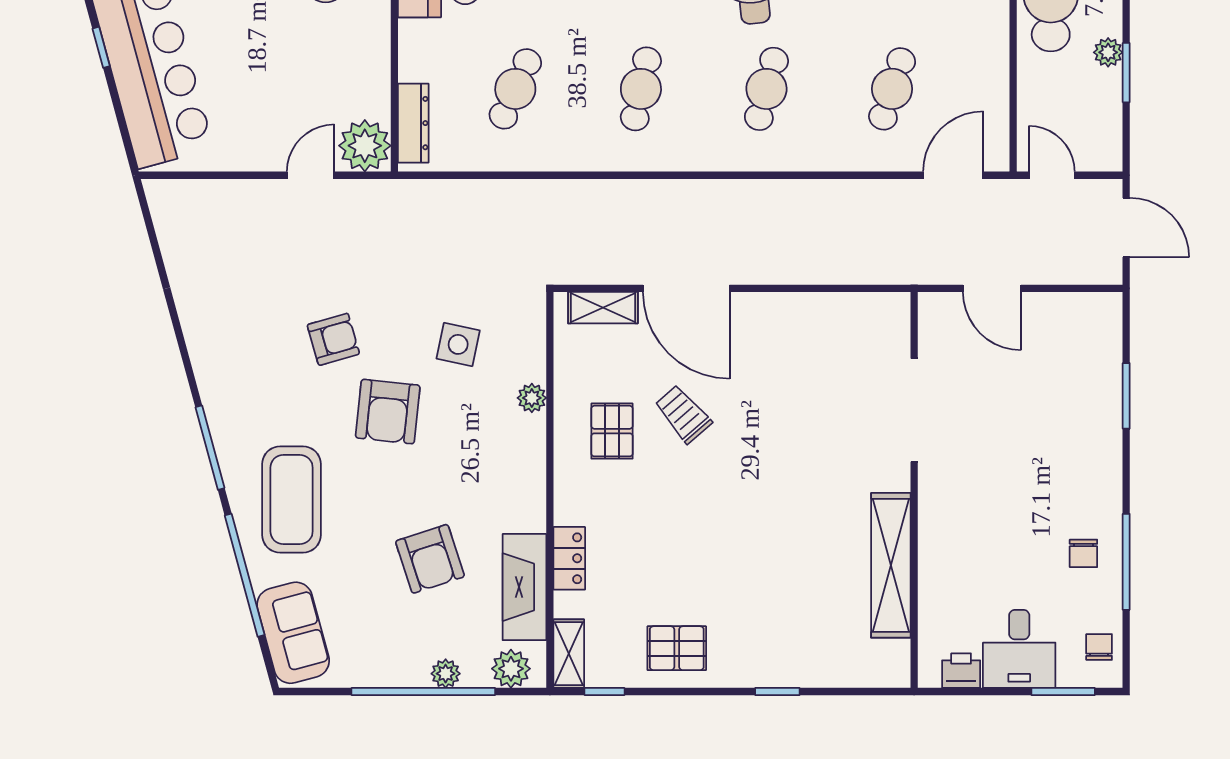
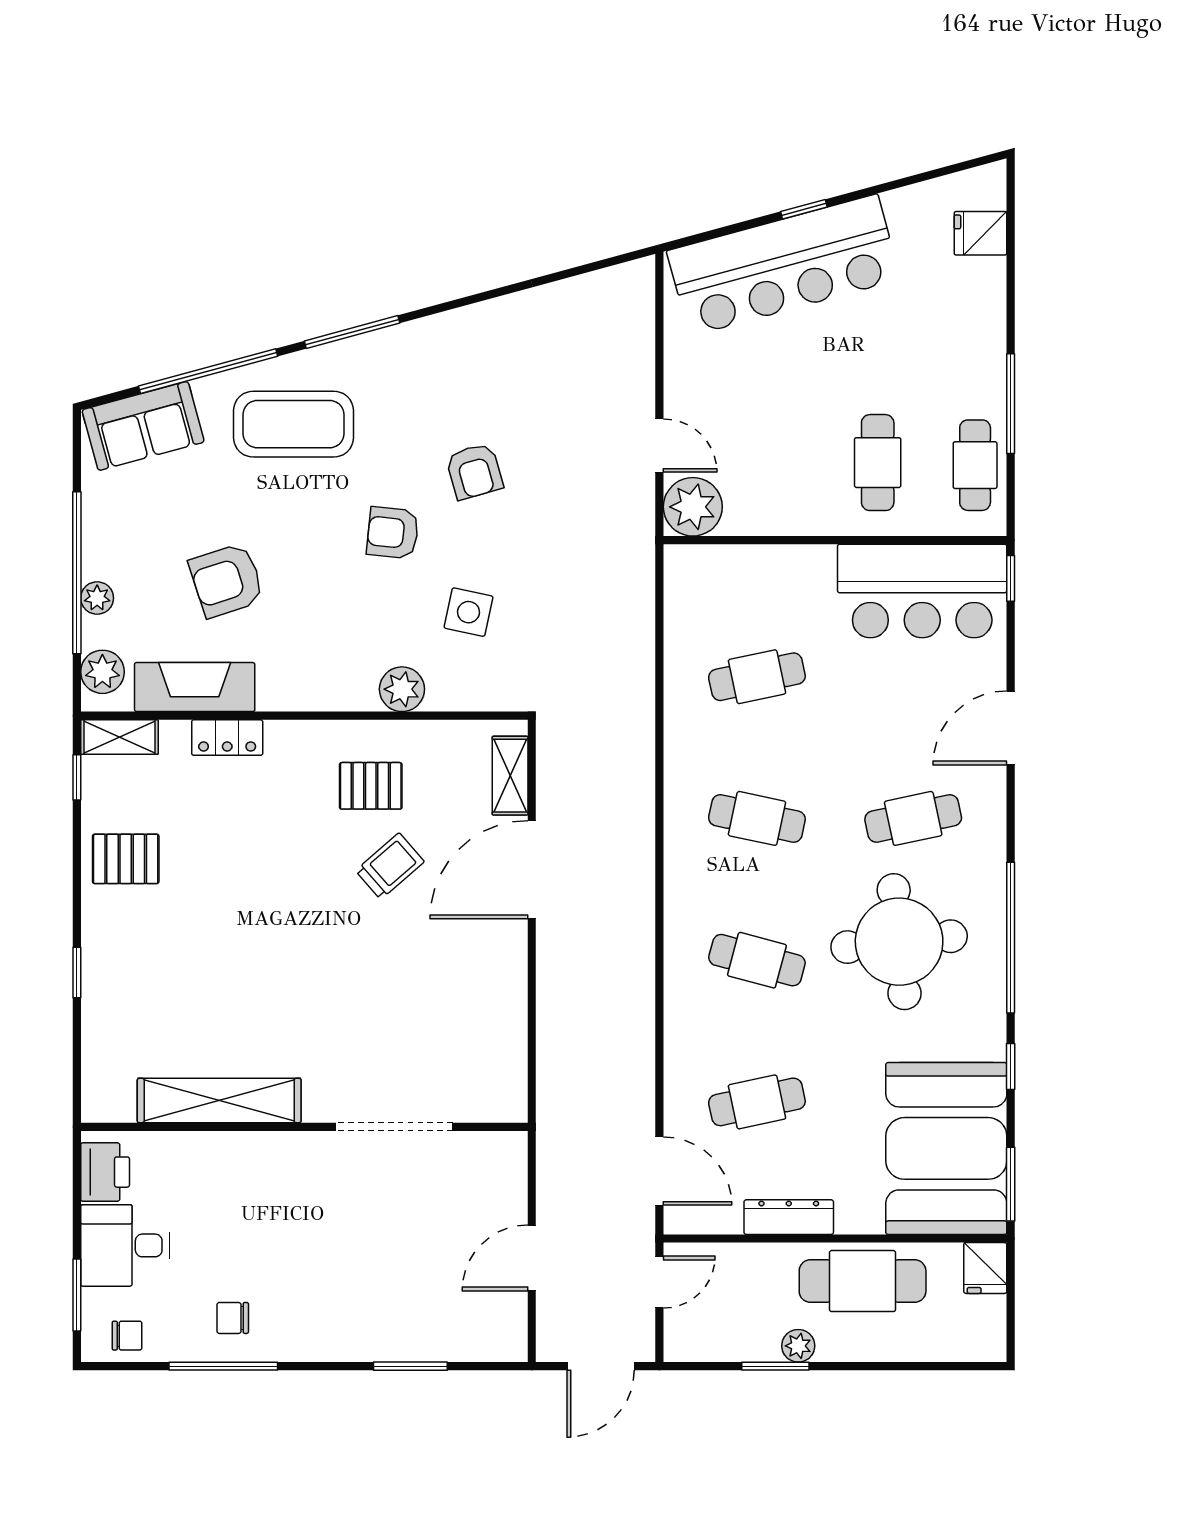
cafe table: (515, 89) -> (757, 677), turned -36
cafe table: (892, 89) -> (757, 1102), turned -30
dresser: (413, 123) -> (789, 1217), moved, turned 180
door: (992, 288) -> (532, 1258), moved
plant: (532, 398) -> (402, 689), width x1.38, depth x1.38
armchair: (388, 412) -> (393, 533), width x0.72, depth x0.72
pallet: (677, 648) -> (126, 859), turned 90
printer: (961, 671) -> (105, 1172), width x1.36, depth x1.24

